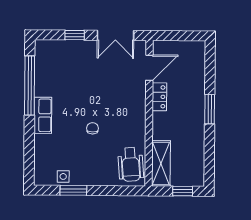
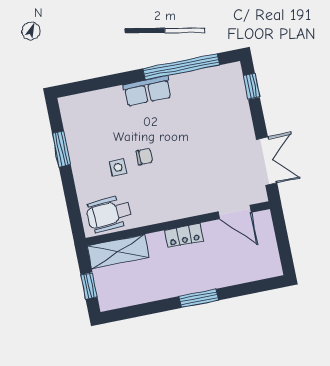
window: (75, 35) -> (251, 86), moved
double door: (116, 35) -> (267, 161), swing flipped
locker: (159, 97) -> (184, 236), moved
side table: (63, 176) -> (118, 167), moved

